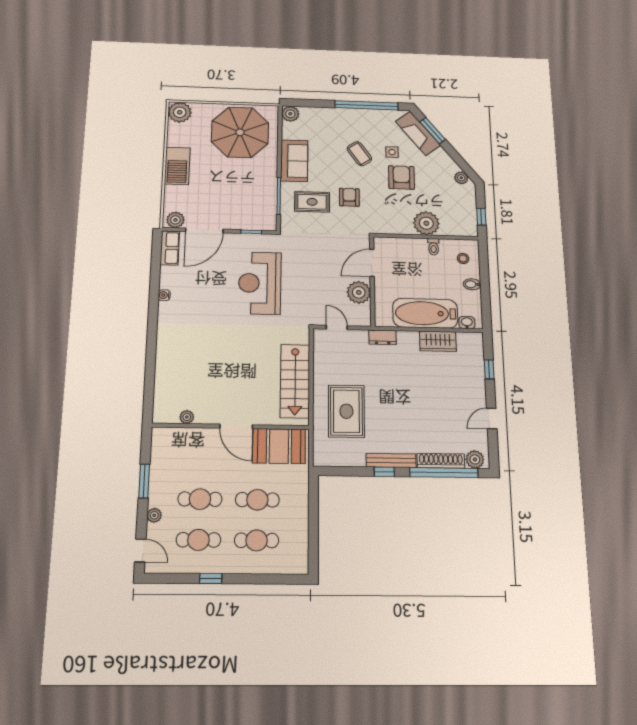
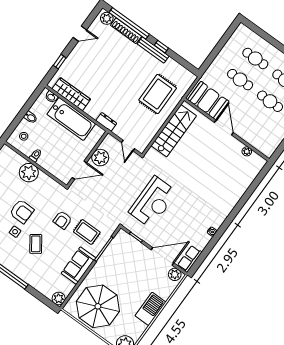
armchair: (401, 178) -> (22, 211), turned -89
wardrobe: (438, 341) -> (71, 94), width x1.50

